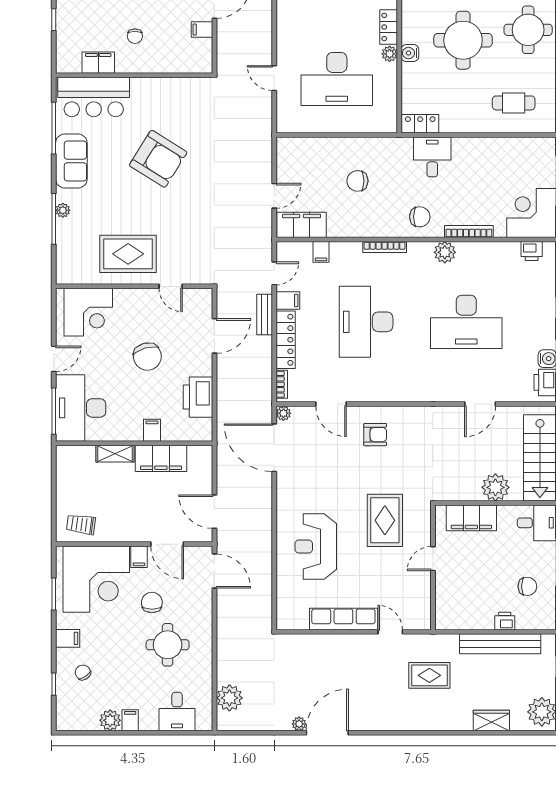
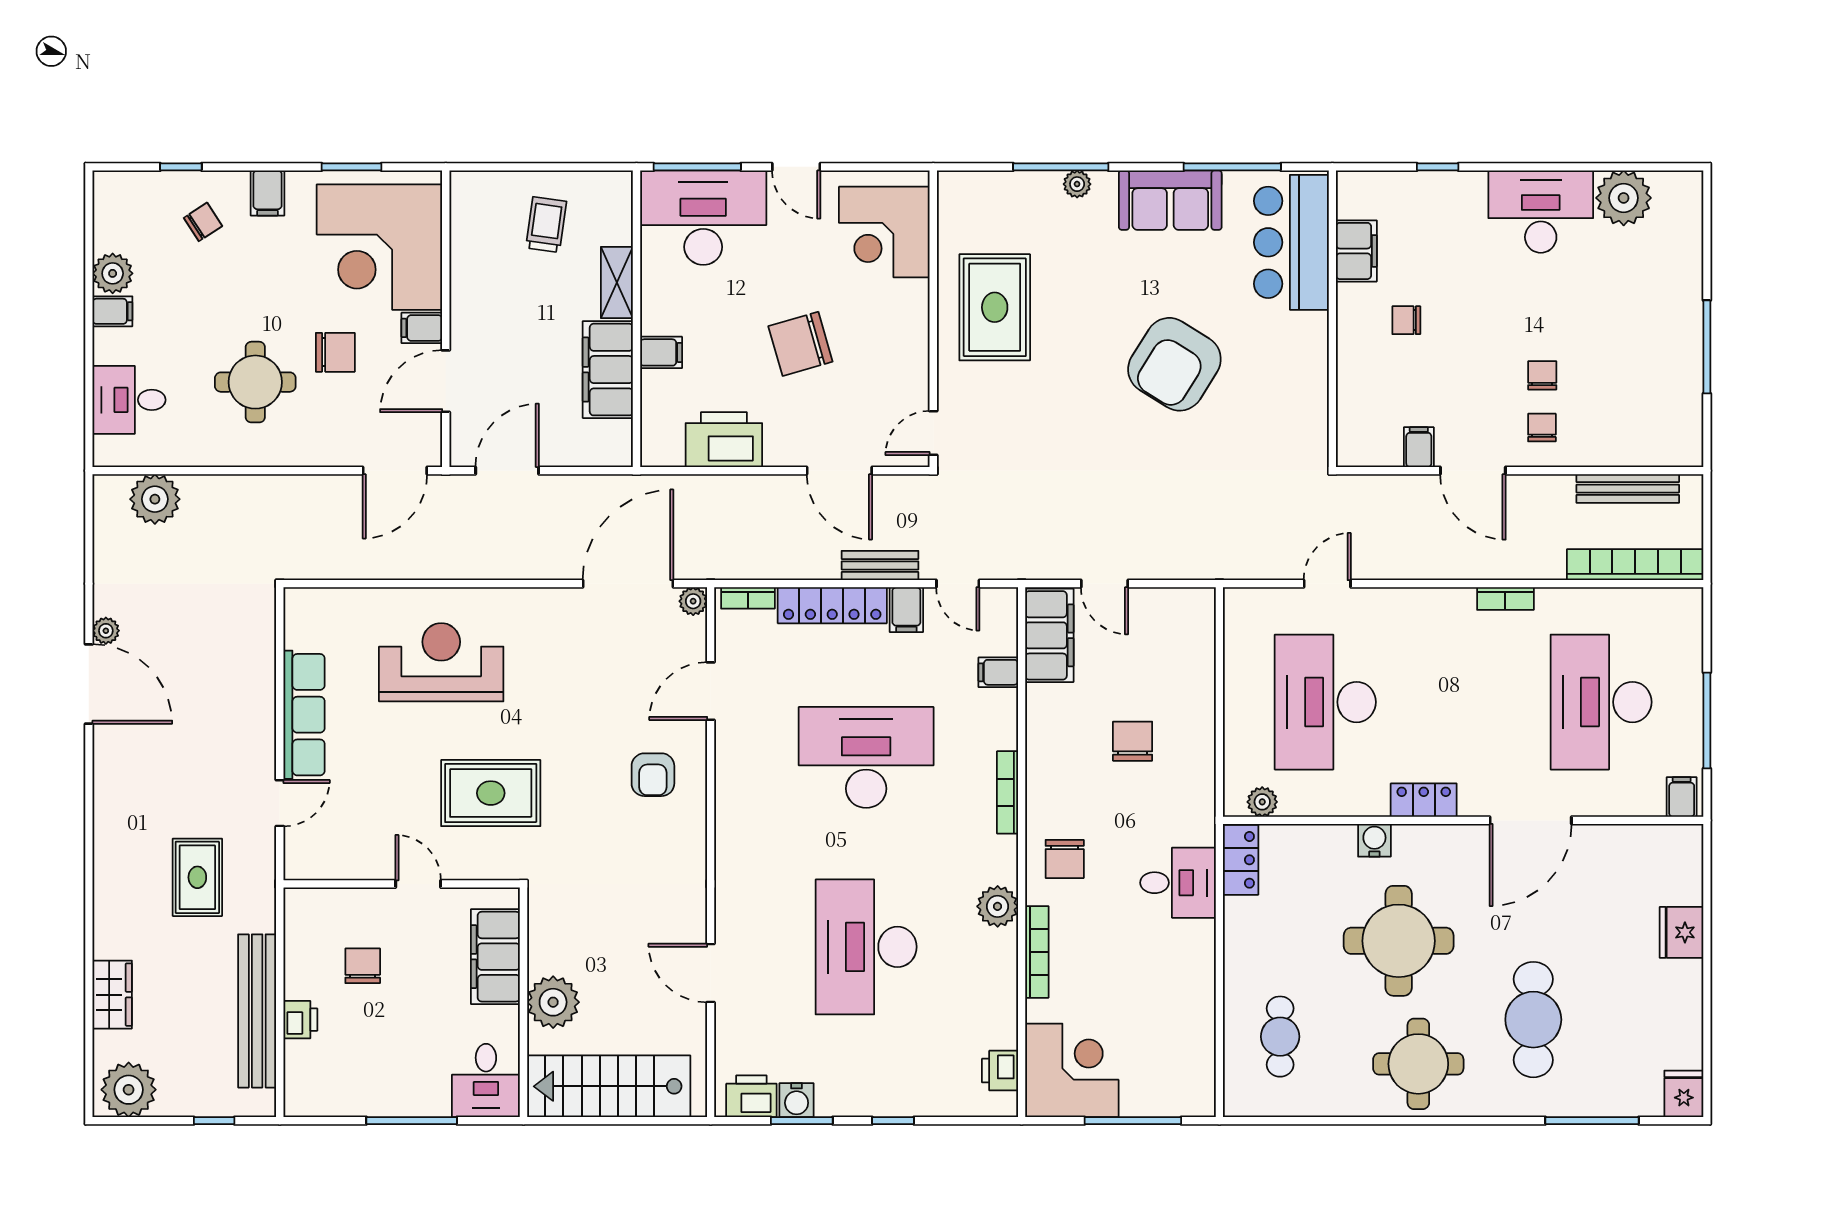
plant: (390, 54) -> (1262, 802), moved
door: (171, 286) -> (933, 433), moved
trolley: (81, 524) -> (546, 225), moved
chair: (527, 586) -> (363, 966), moved, turned 180

